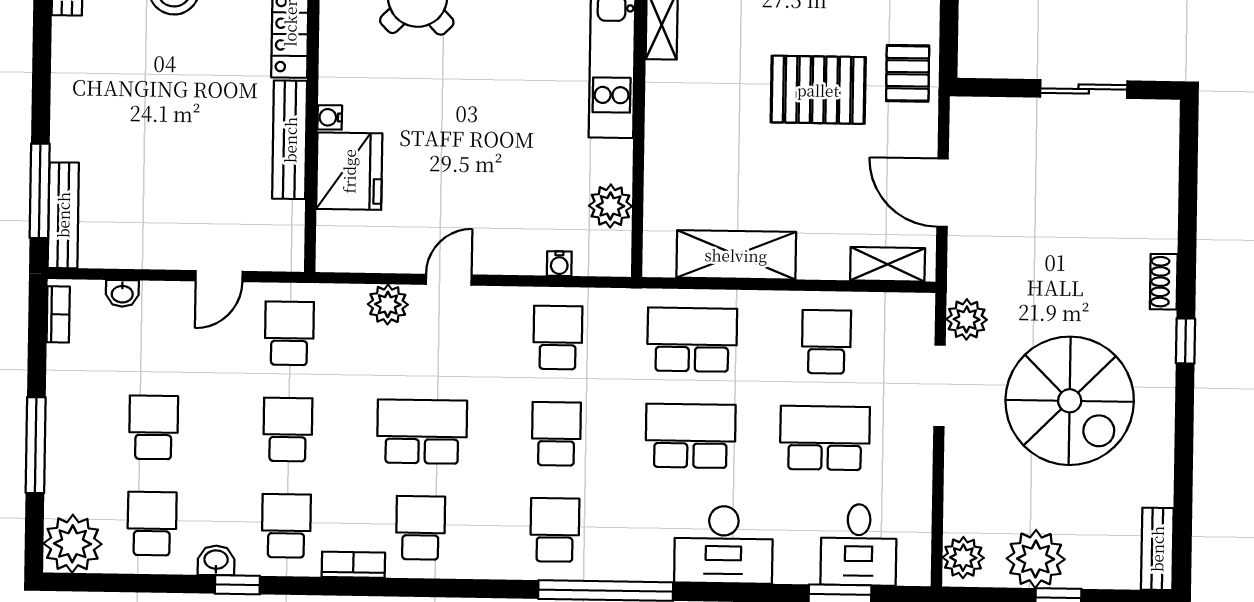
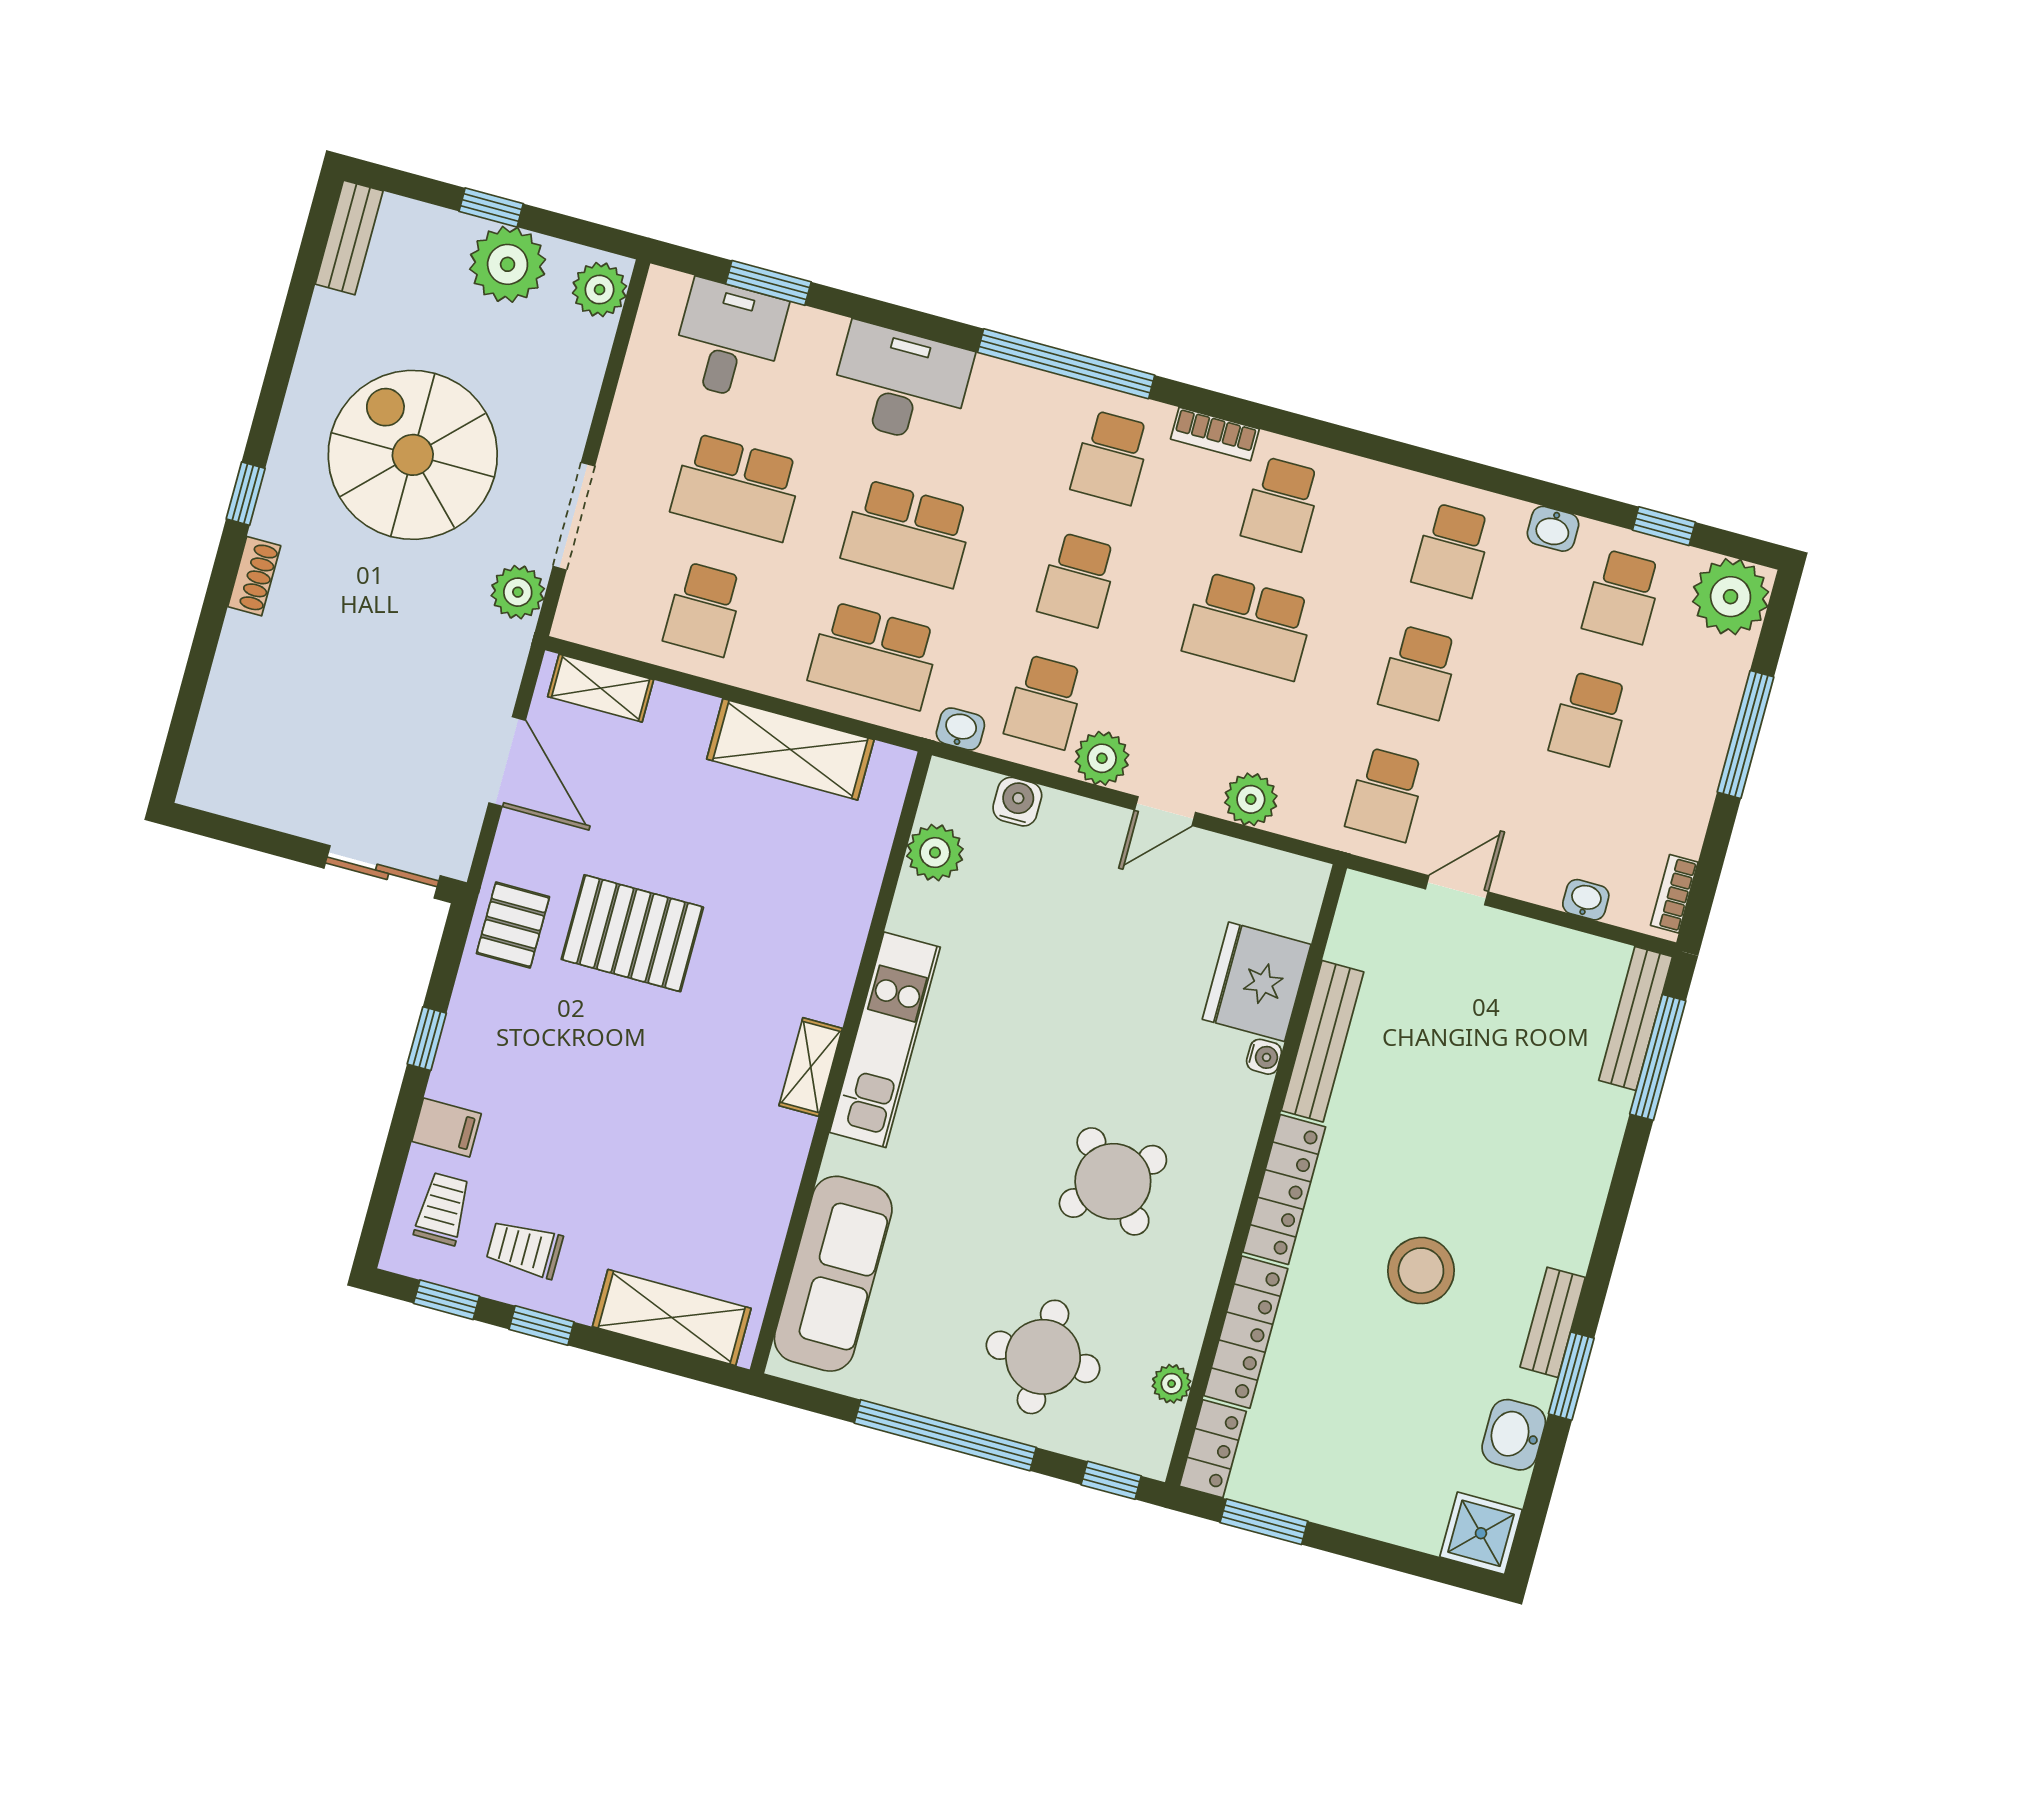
sliding door: (1084, 89) -> (382, 872), moved
water cooler: (559, 264) -> (1017, 802), width x1.38, depth x1.38
washbasin: (615, 302) -> (960, 729), added
plant: (505, 307) -> (1102, 758), added
bookcase: (353, 565) -> (1215, 434), moved
window: (237, 585) -> (1664, 526), moved

